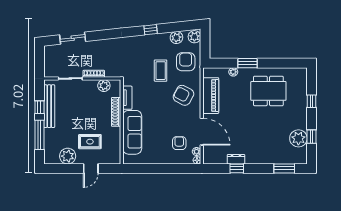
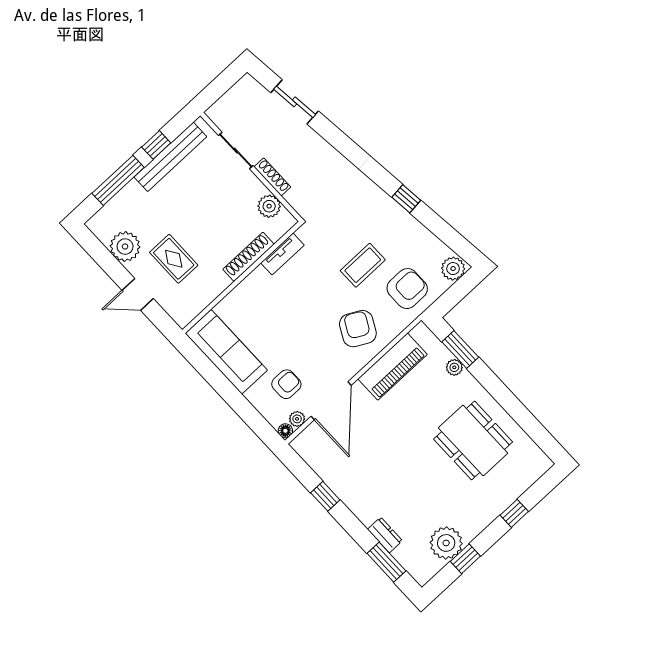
plant: (176, 38) -> (429, 245), removed
window: (248, 63) -> (460, 350), moved
sofa: (132, 132) -> (226, 352), moved, turned -90
dresser: (236, 159) -> (385, 535), moved

